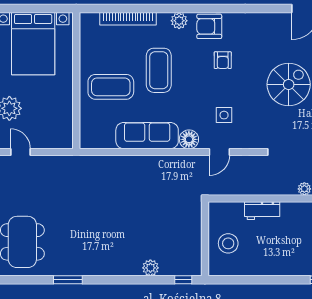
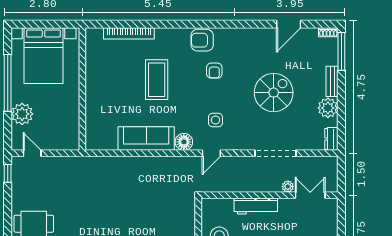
plant: (179, 21) -> (175, 35), removed
coffee table: (111, 87) -> (113, 95), removed
workbench: (262, 211) -> (256, 206), width x1.38

